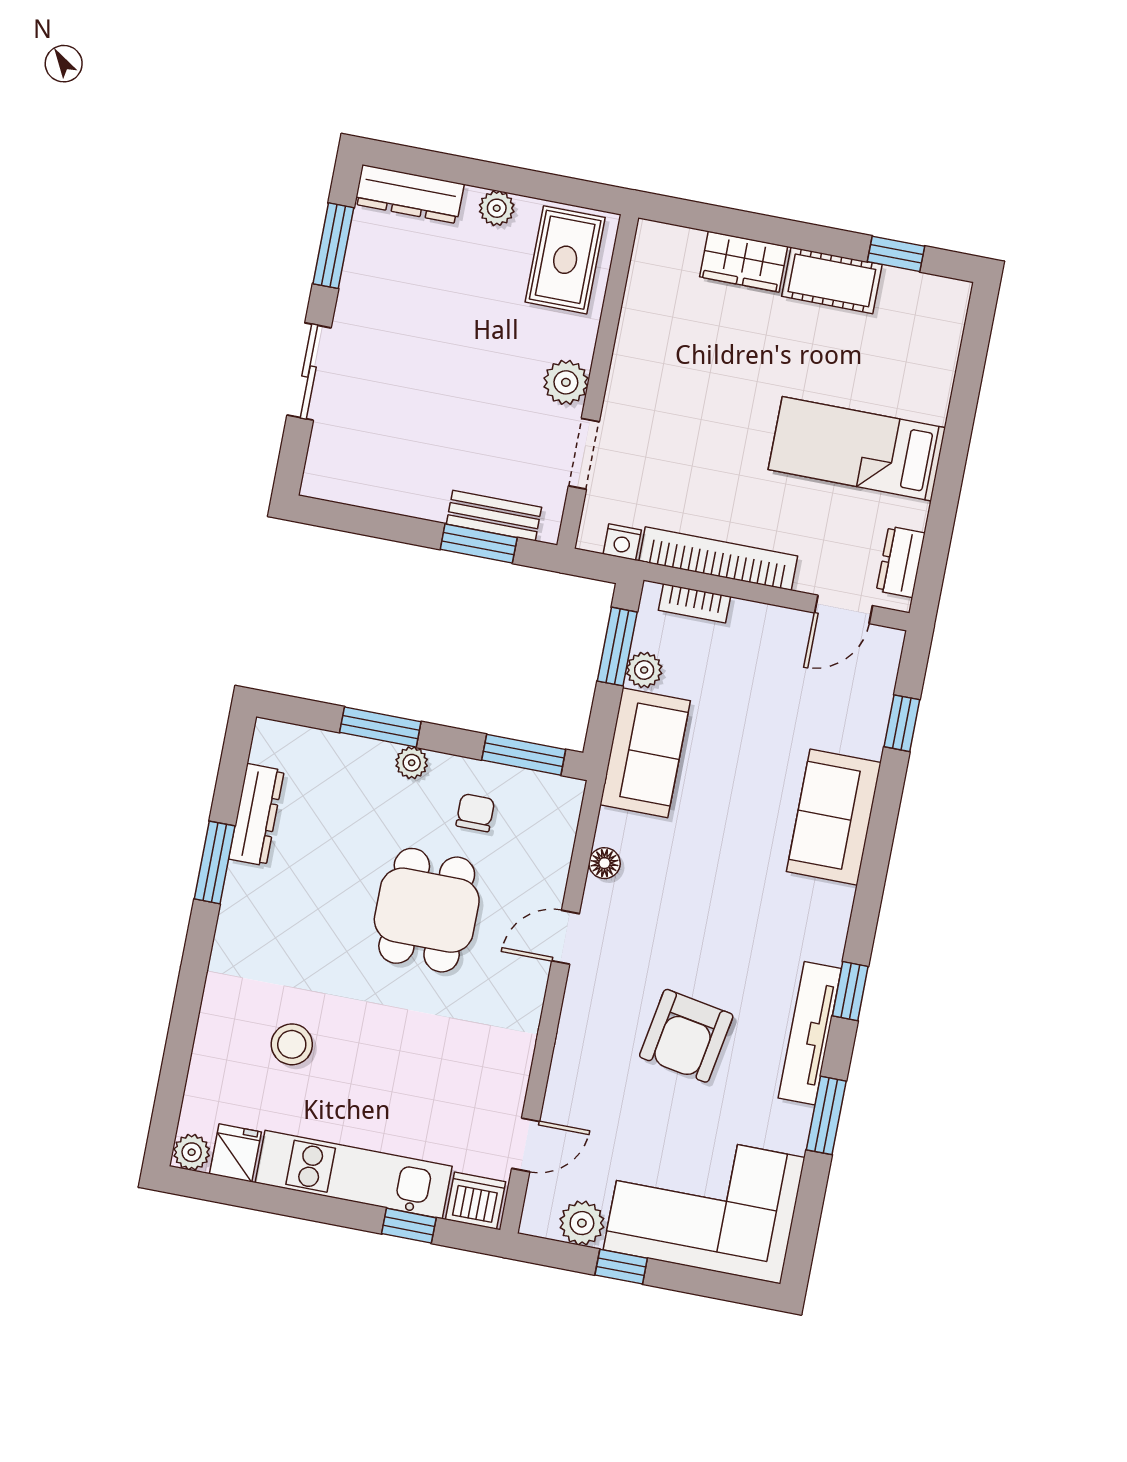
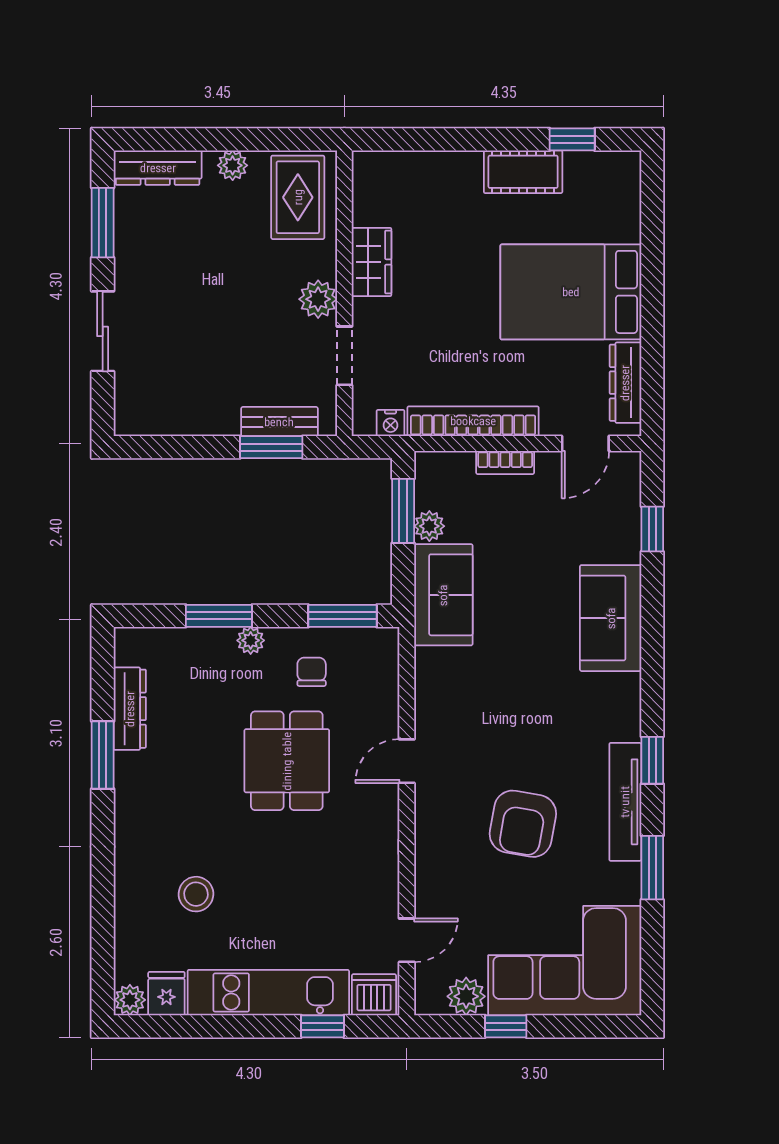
wardrobe: (744, 262) -> (372, 262), moved, turned -90
bed: (857, 449) -> (571, 292), width x1.50
dresser: (901, 562) -> (625, 383), width x1.44
bookcase: (694, 603) -> (505, 462), moved
floor lamp: (604, 863) -> (427, 693), removed

